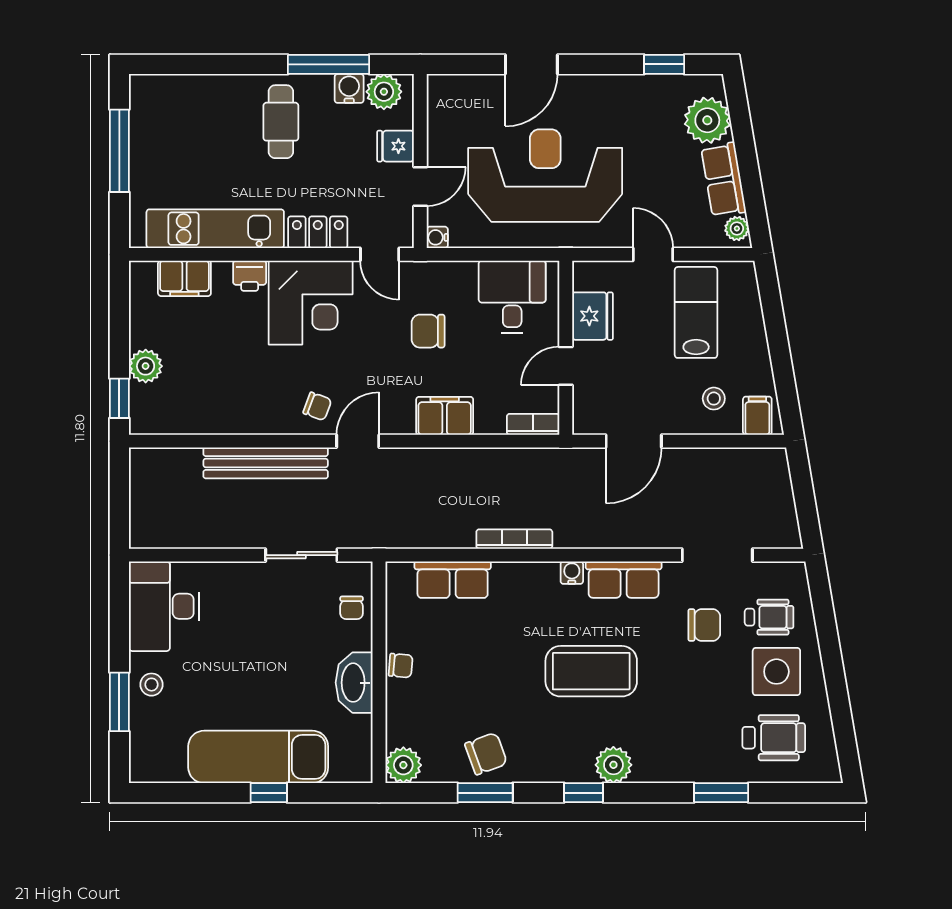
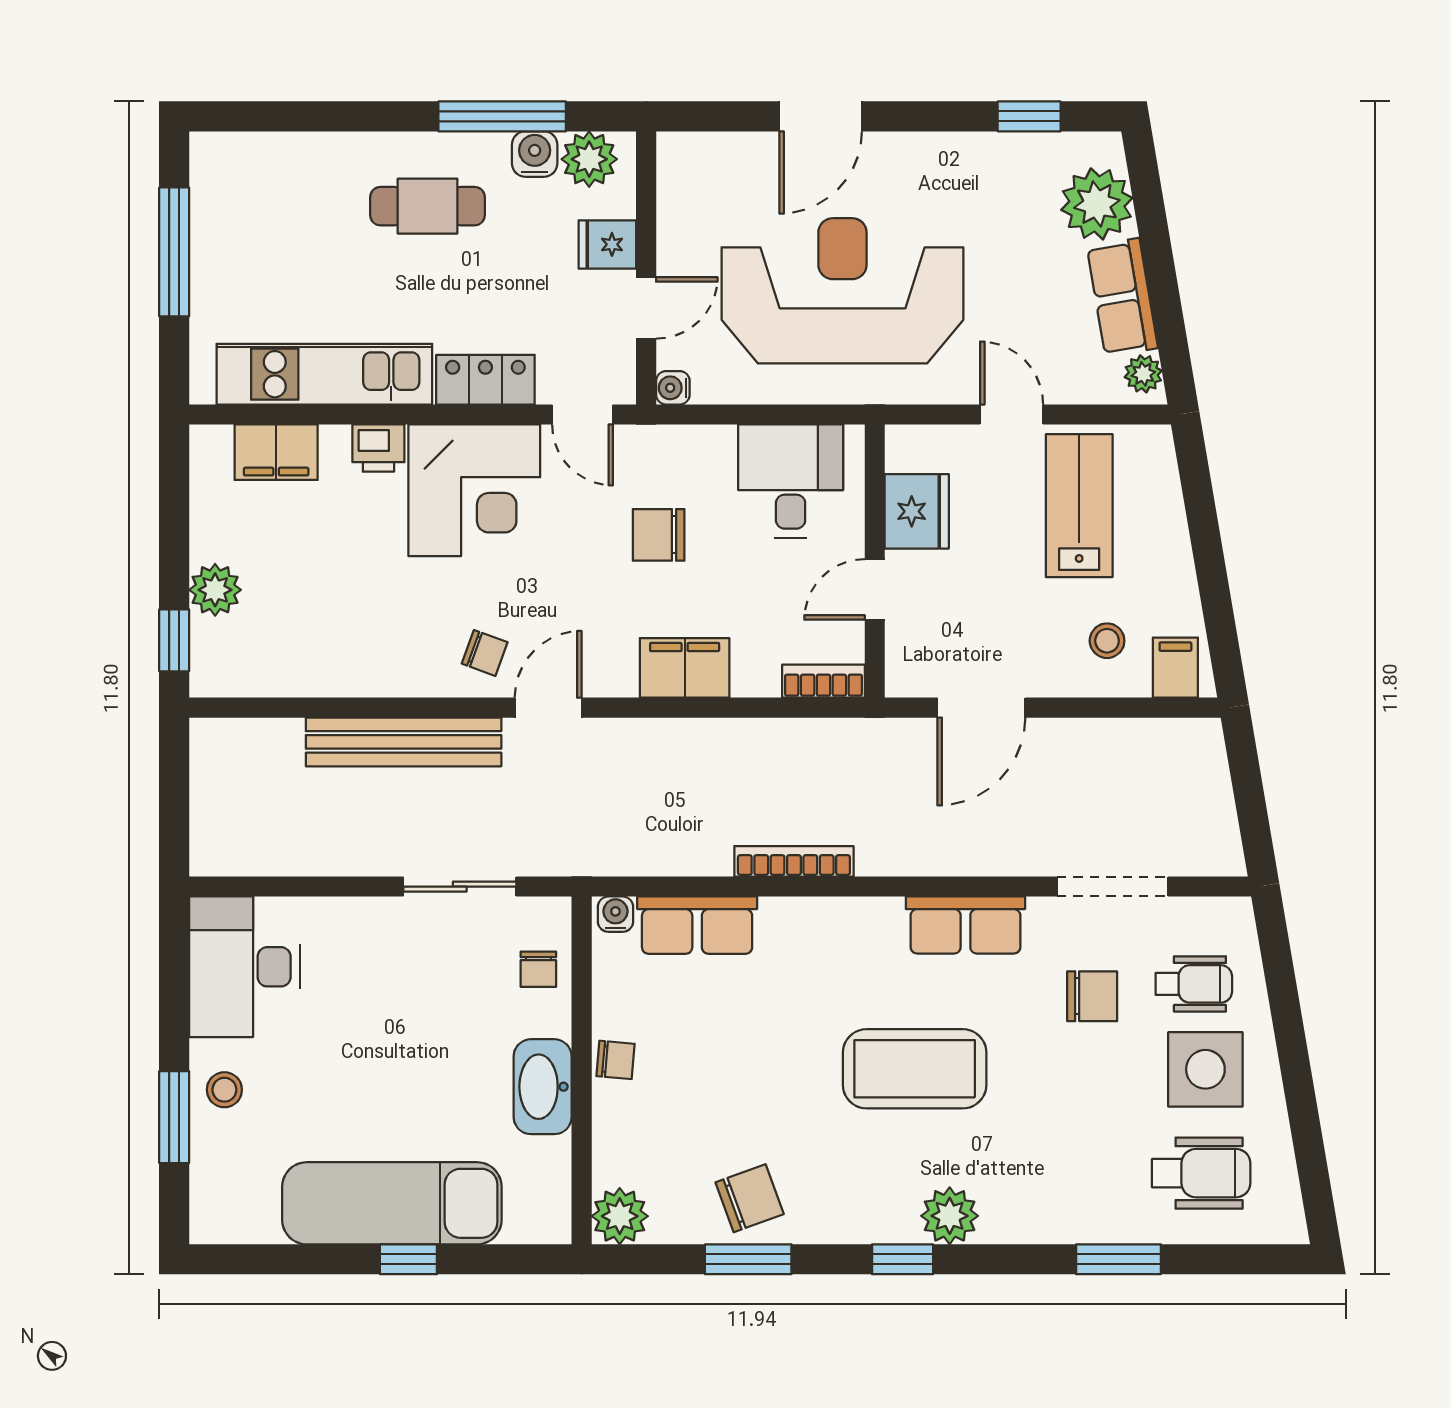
cafe table: (281, 122) -> (427, 206), turned 90
water cooler: (572, 573) -> (615, 914), moved

